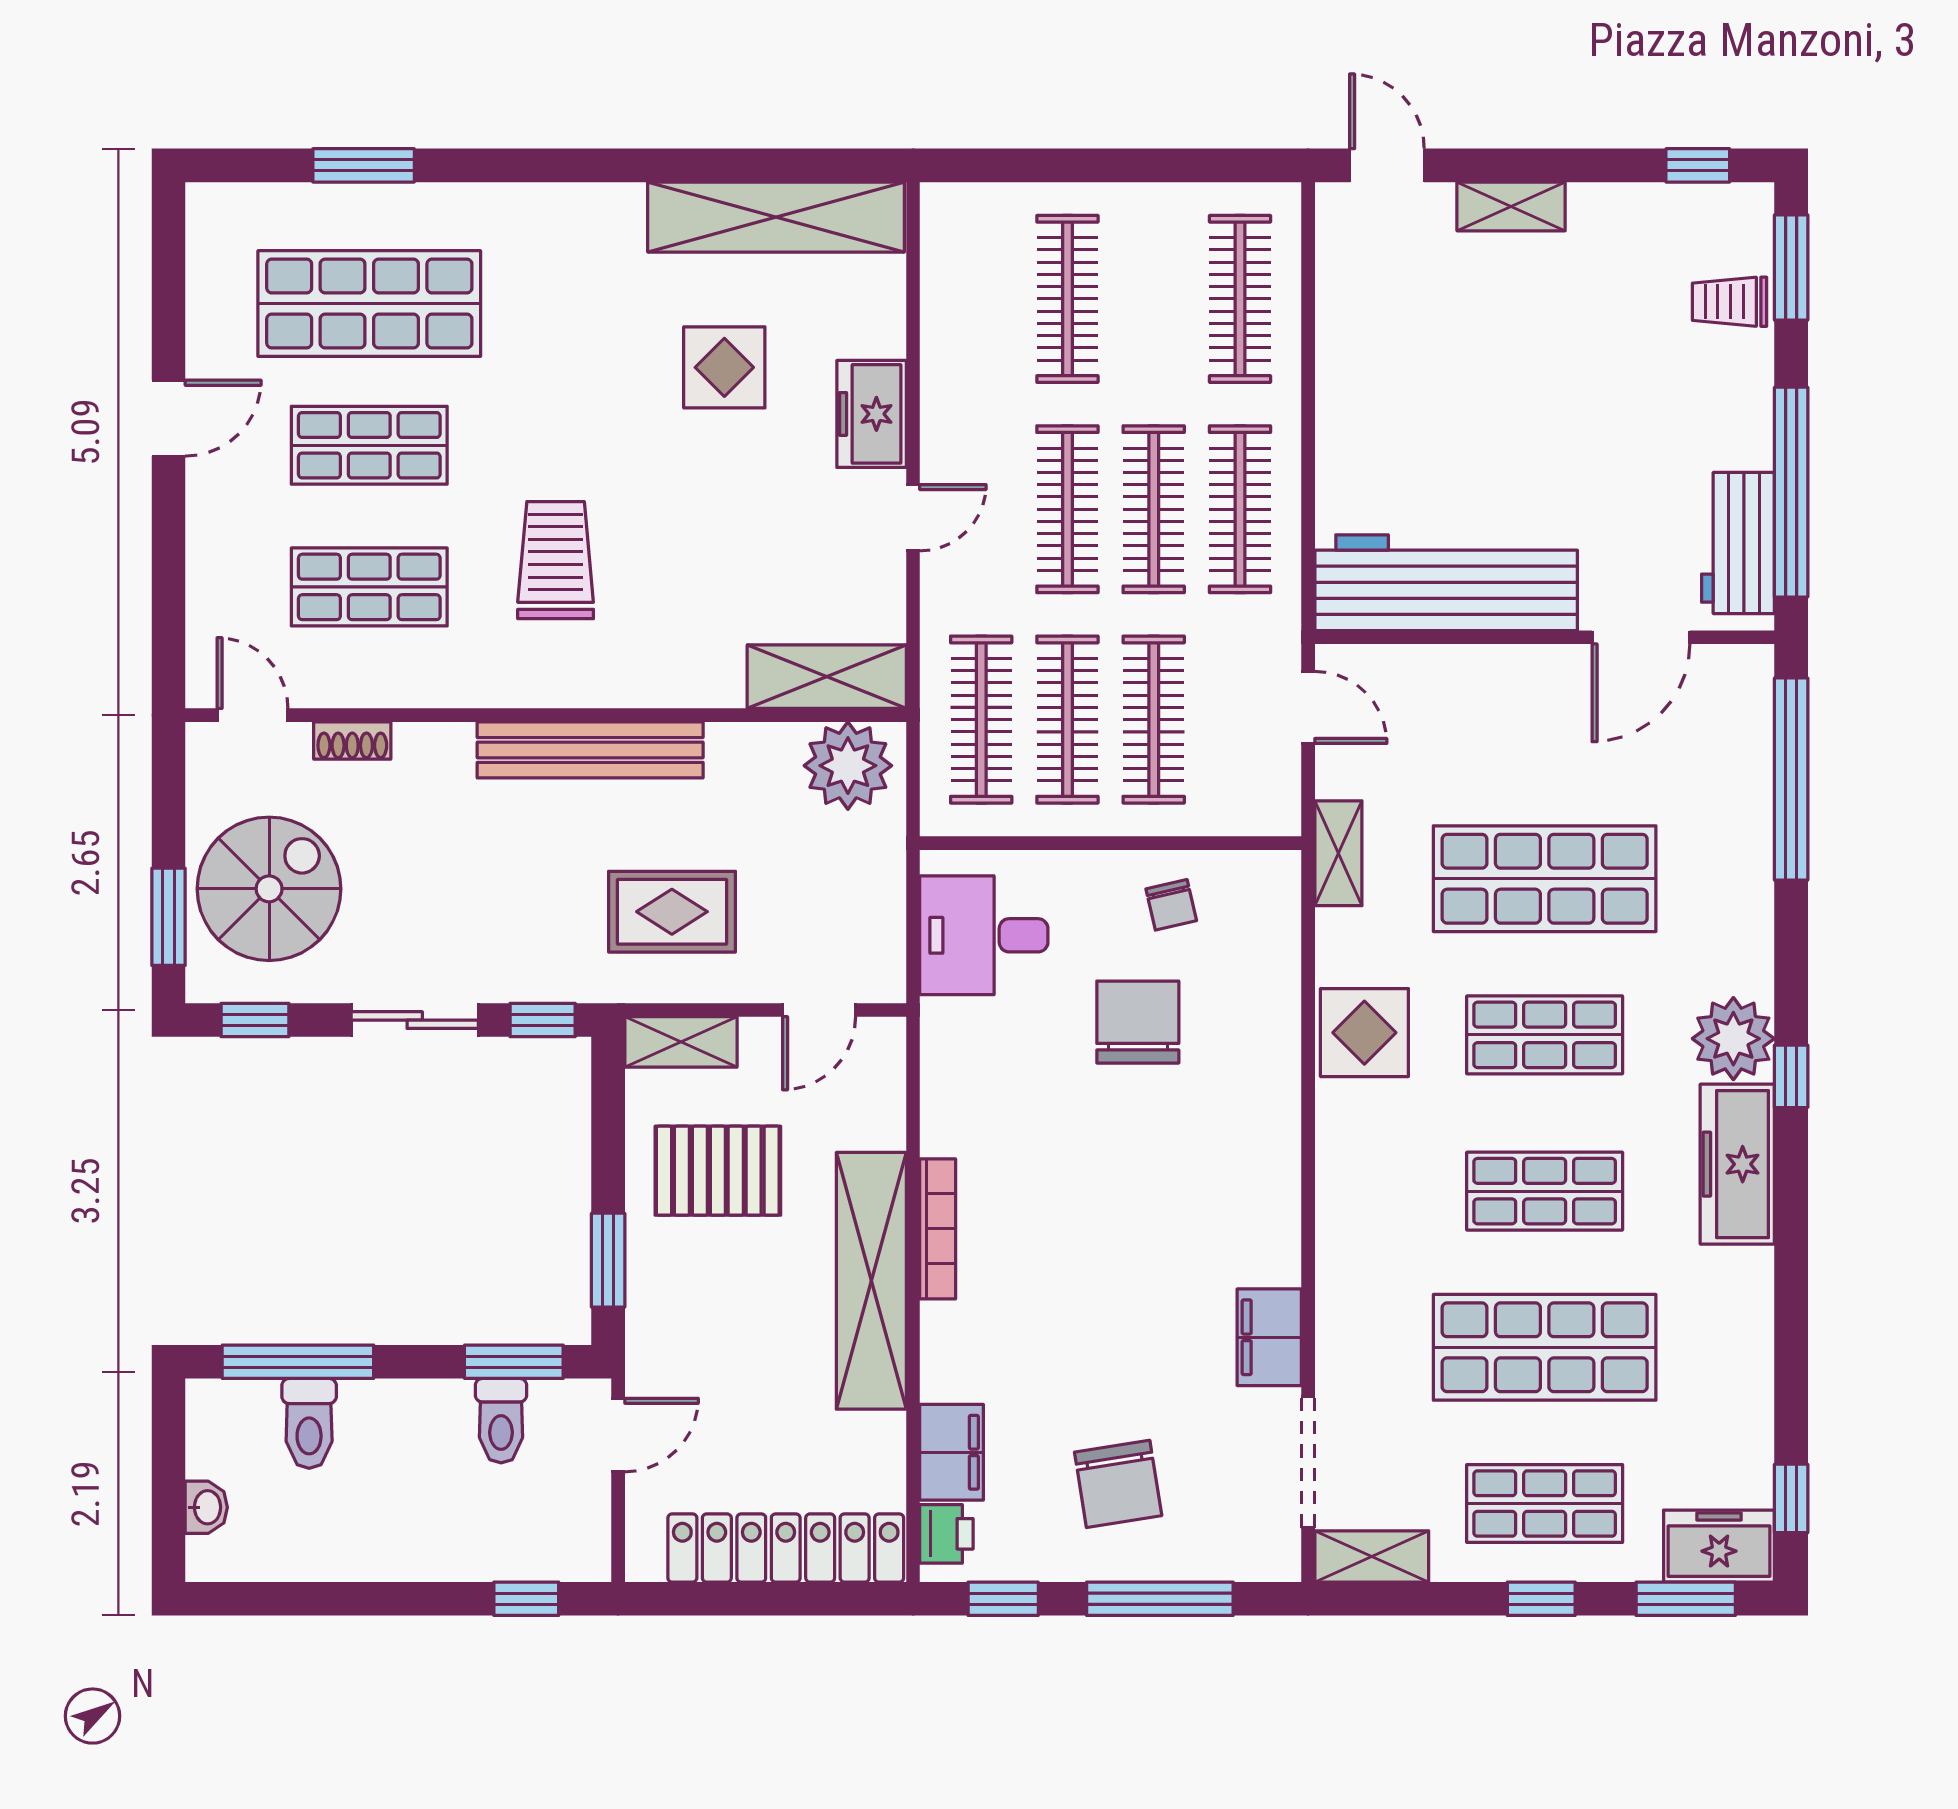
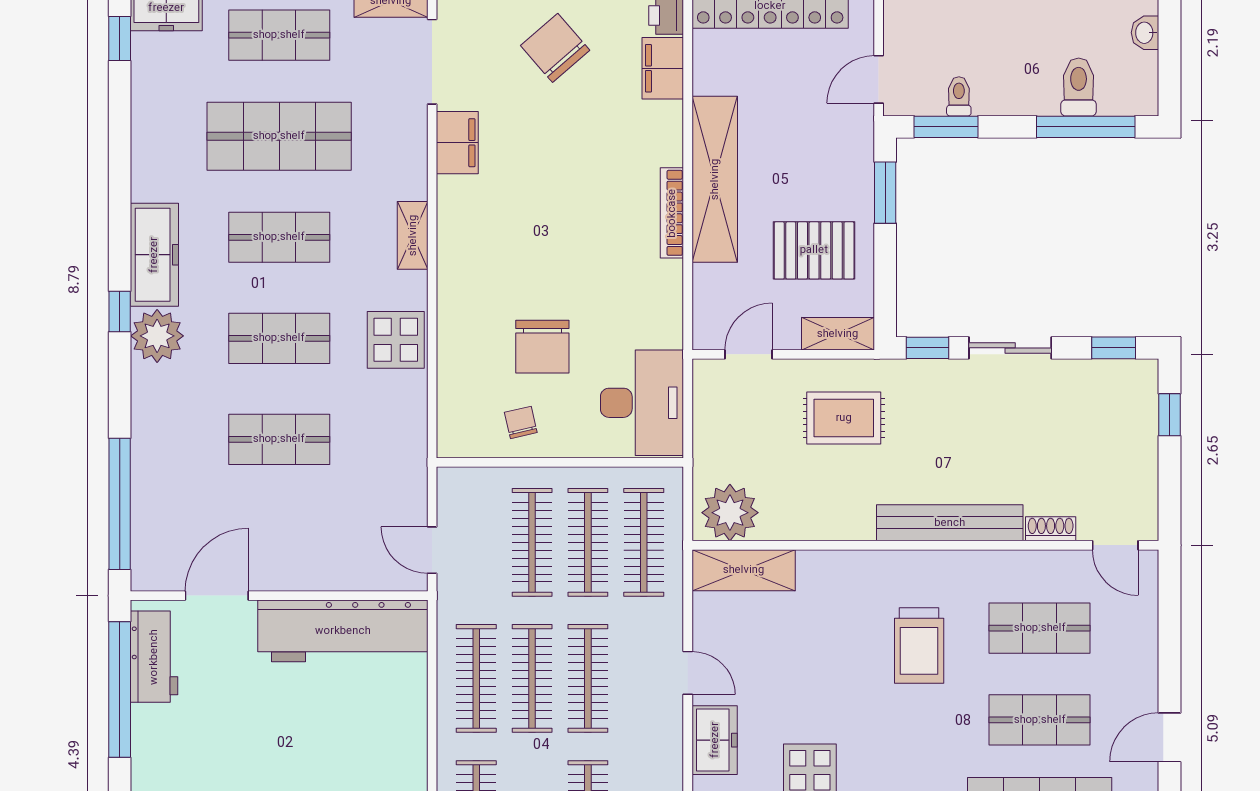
door: (913, 518) -> (688, 673), swing flipped
bench: (590, 750) -> (950, 523), moved
shelving: (1338, 853) -> (413, 235), moved
shop shelf: (1545, 879) -> (279, 439), width x0.70, depth x0.74
spiral stairs: (269, 889) -> (1104, 433), removed
window: (168, 917) -> (1169, 415), width x0.67
desk: (984, 935) -> (642, 403), width x1.37
toilet: (501, 1421) -> (959, 96), width x0.73, depth x0.72
chair: (1118, 1484) -> (555, 48), turned -32

